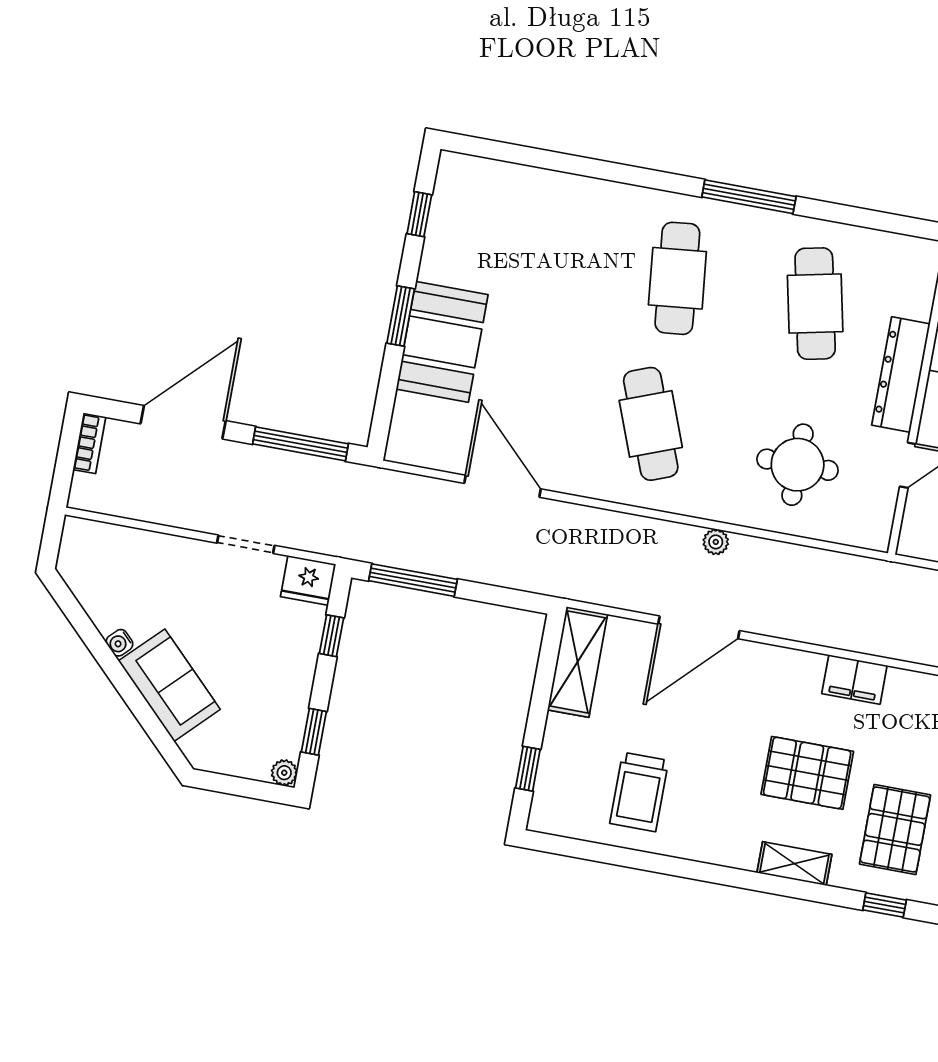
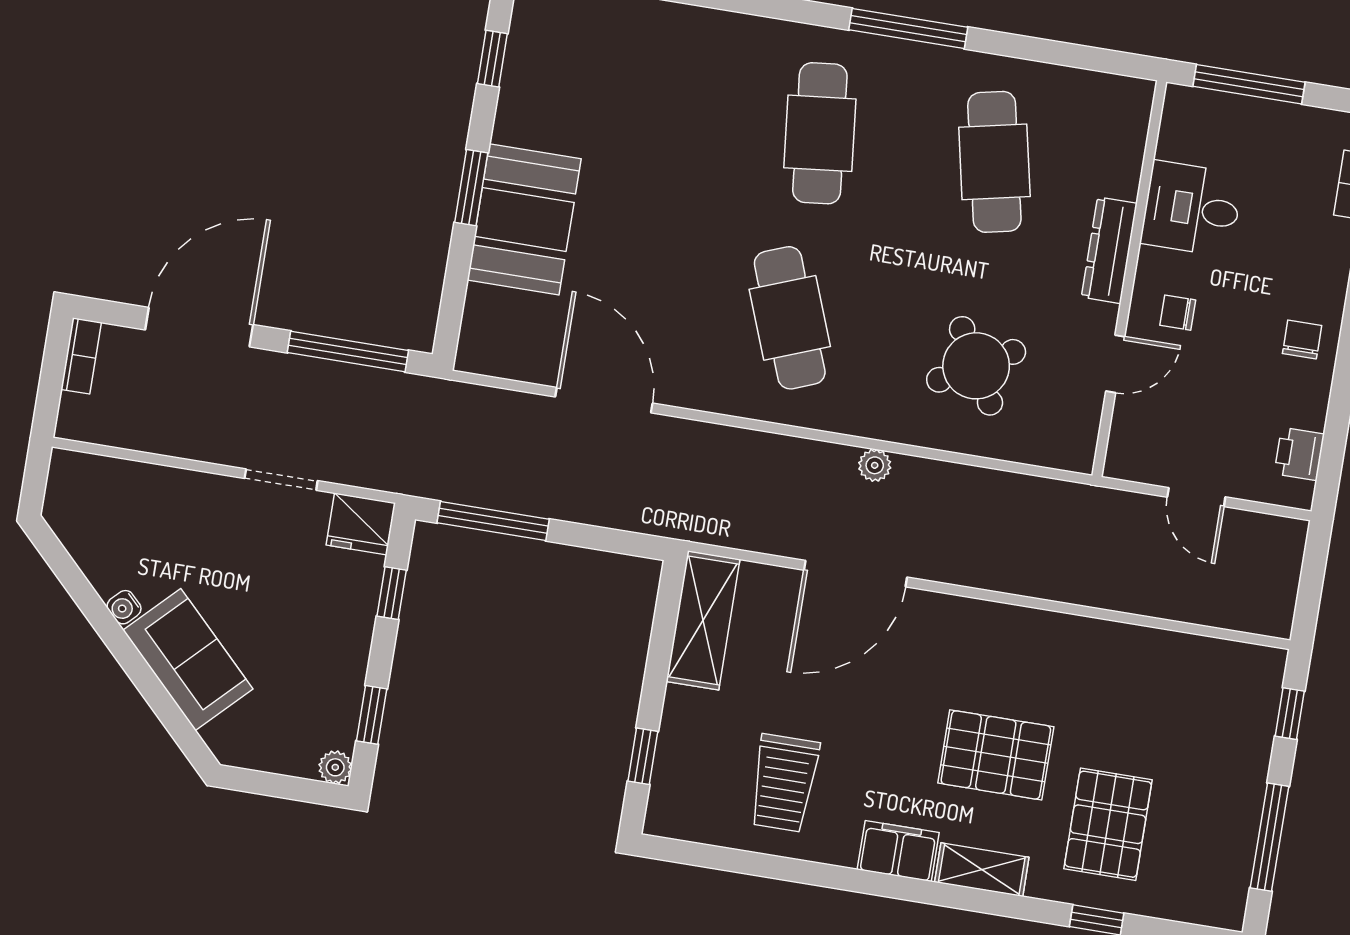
dresser: (901, 374) -> (1109, 250), width x0.73, depth x0.80
round table: (798, 465) -> (976, 366), turned -30
filing cabinet: (854, 679) -> (898, 851), moved, turned 180

